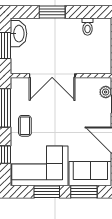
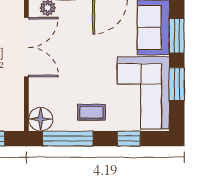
double door: (52, 76) -> (26, 47), moved
floor lamp: (20, 87) -> (41, 119), added

